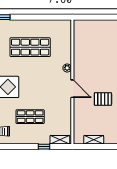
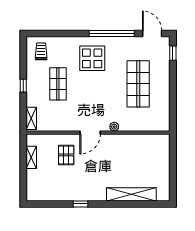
pallet: (103, 99) -> (66, 155), moved
window: (44, 147) -> (23, 86), moved

